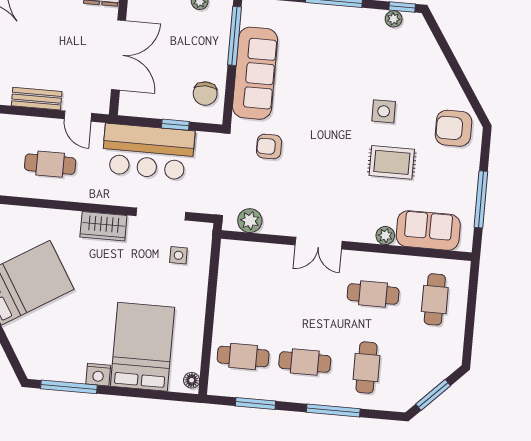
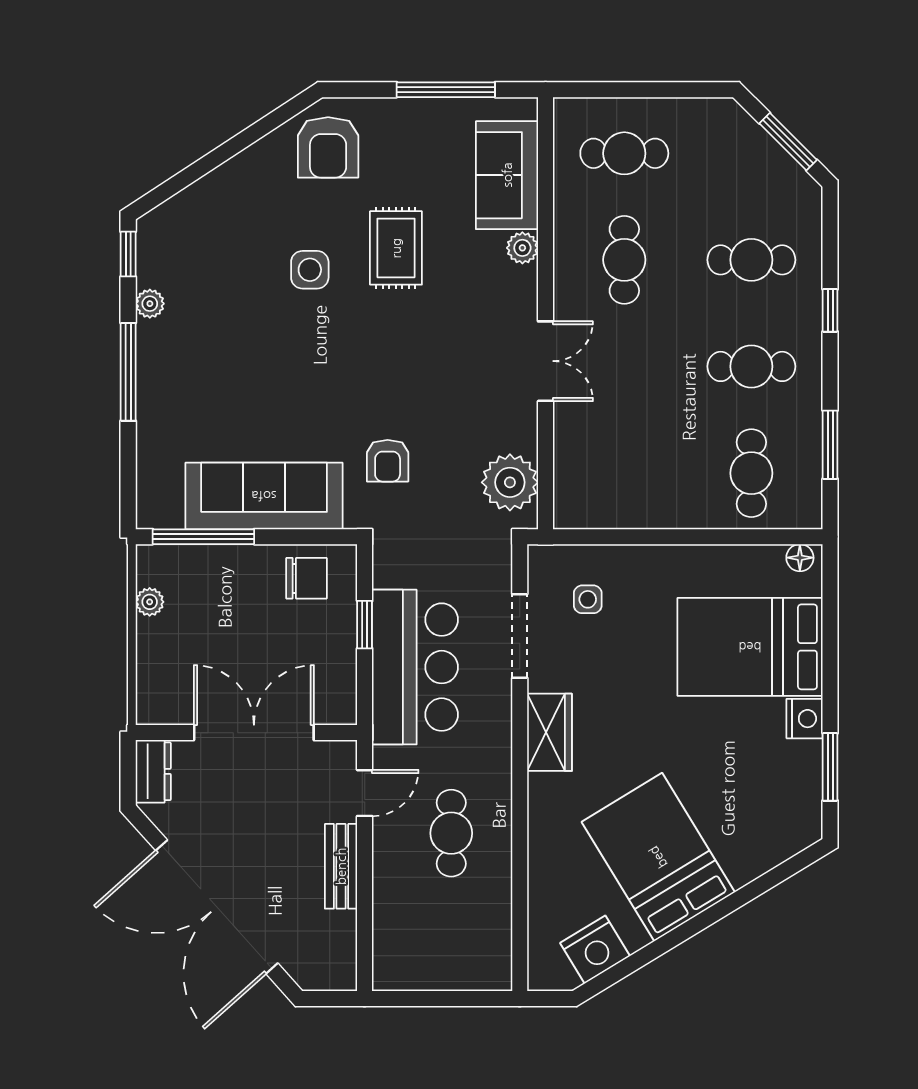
plant: (394, 19) -> (150, 304), moved
plant: (250, 221) -> (510, 482), width x1.36, depth x1.36
cafe table: (305, 362) -> (751, 366), turned 90
window: (69, 387) -> (830, 767), width x0.69
window: (333, 410) -> (830, 310), width x0.46

